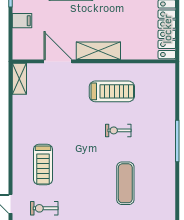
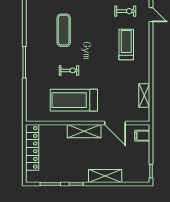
filing cabinet: (22, 21) -> (142, 136), moved
shelving: (19, 79) -> (144, 96), moved
treadmill: (112, 91) -> (74, 100), width x1.37, depth x1.38

